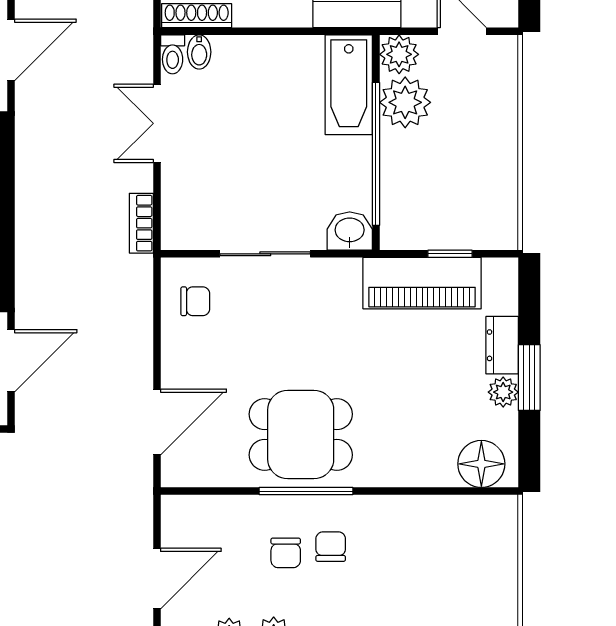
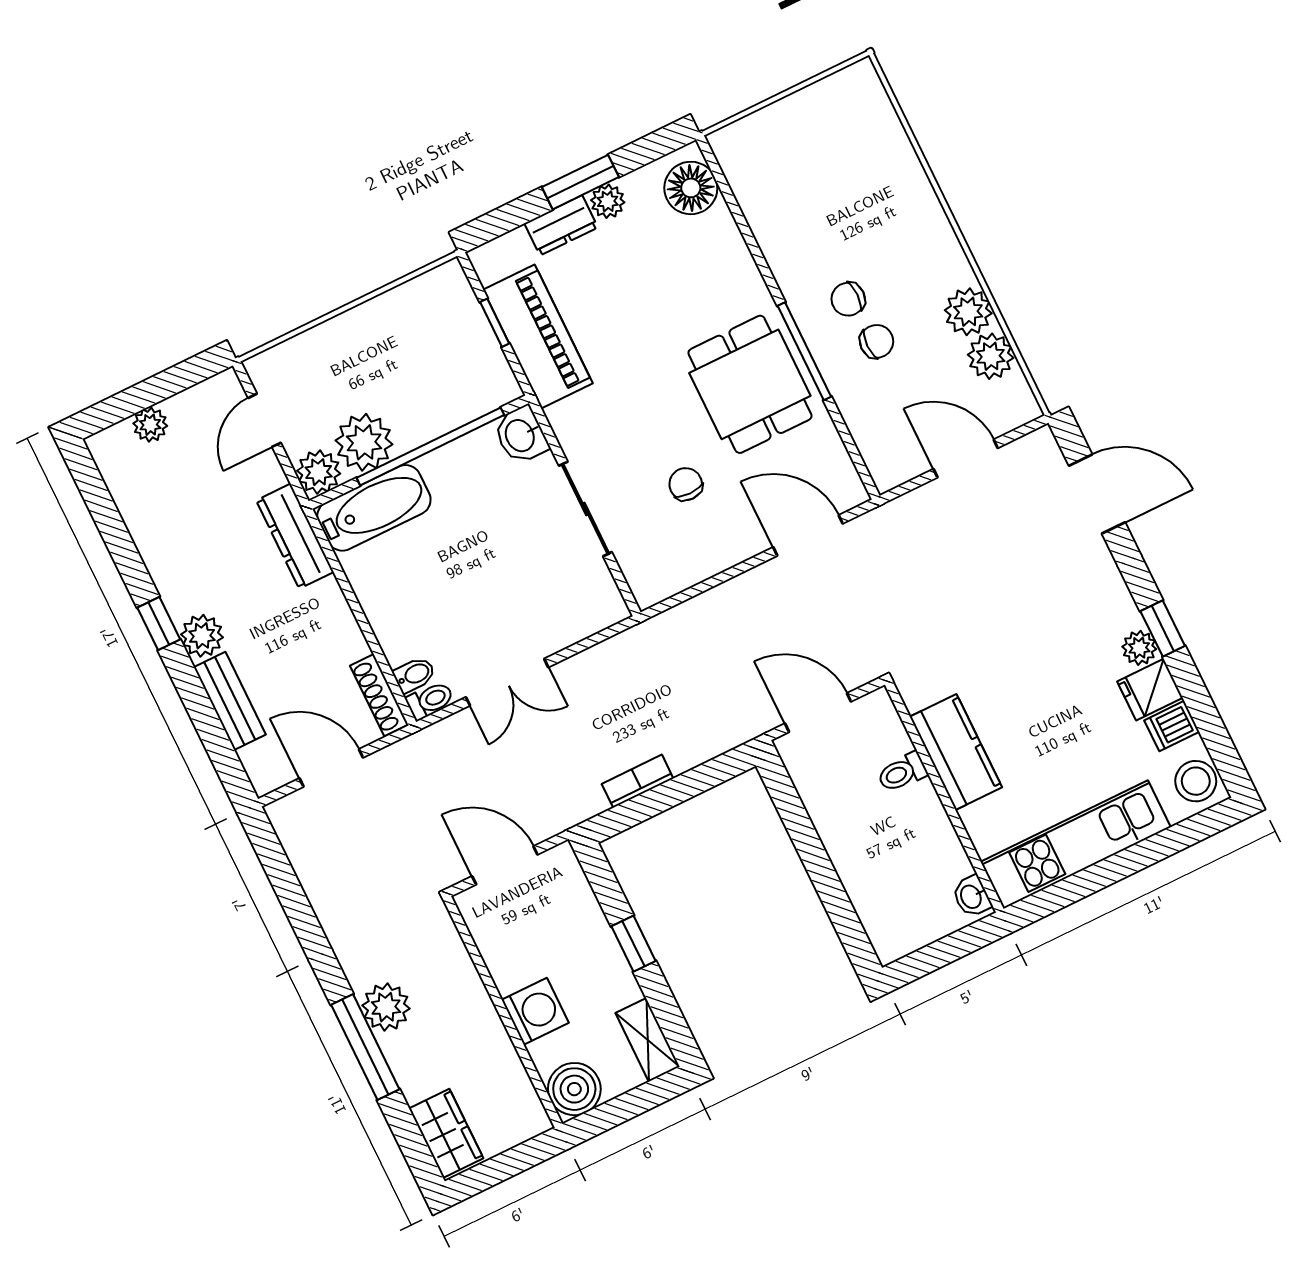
bookcase: (141, 223) -> (638, 781), moved, turned 180
chair: (195, 301) -> (686, 484), moved

